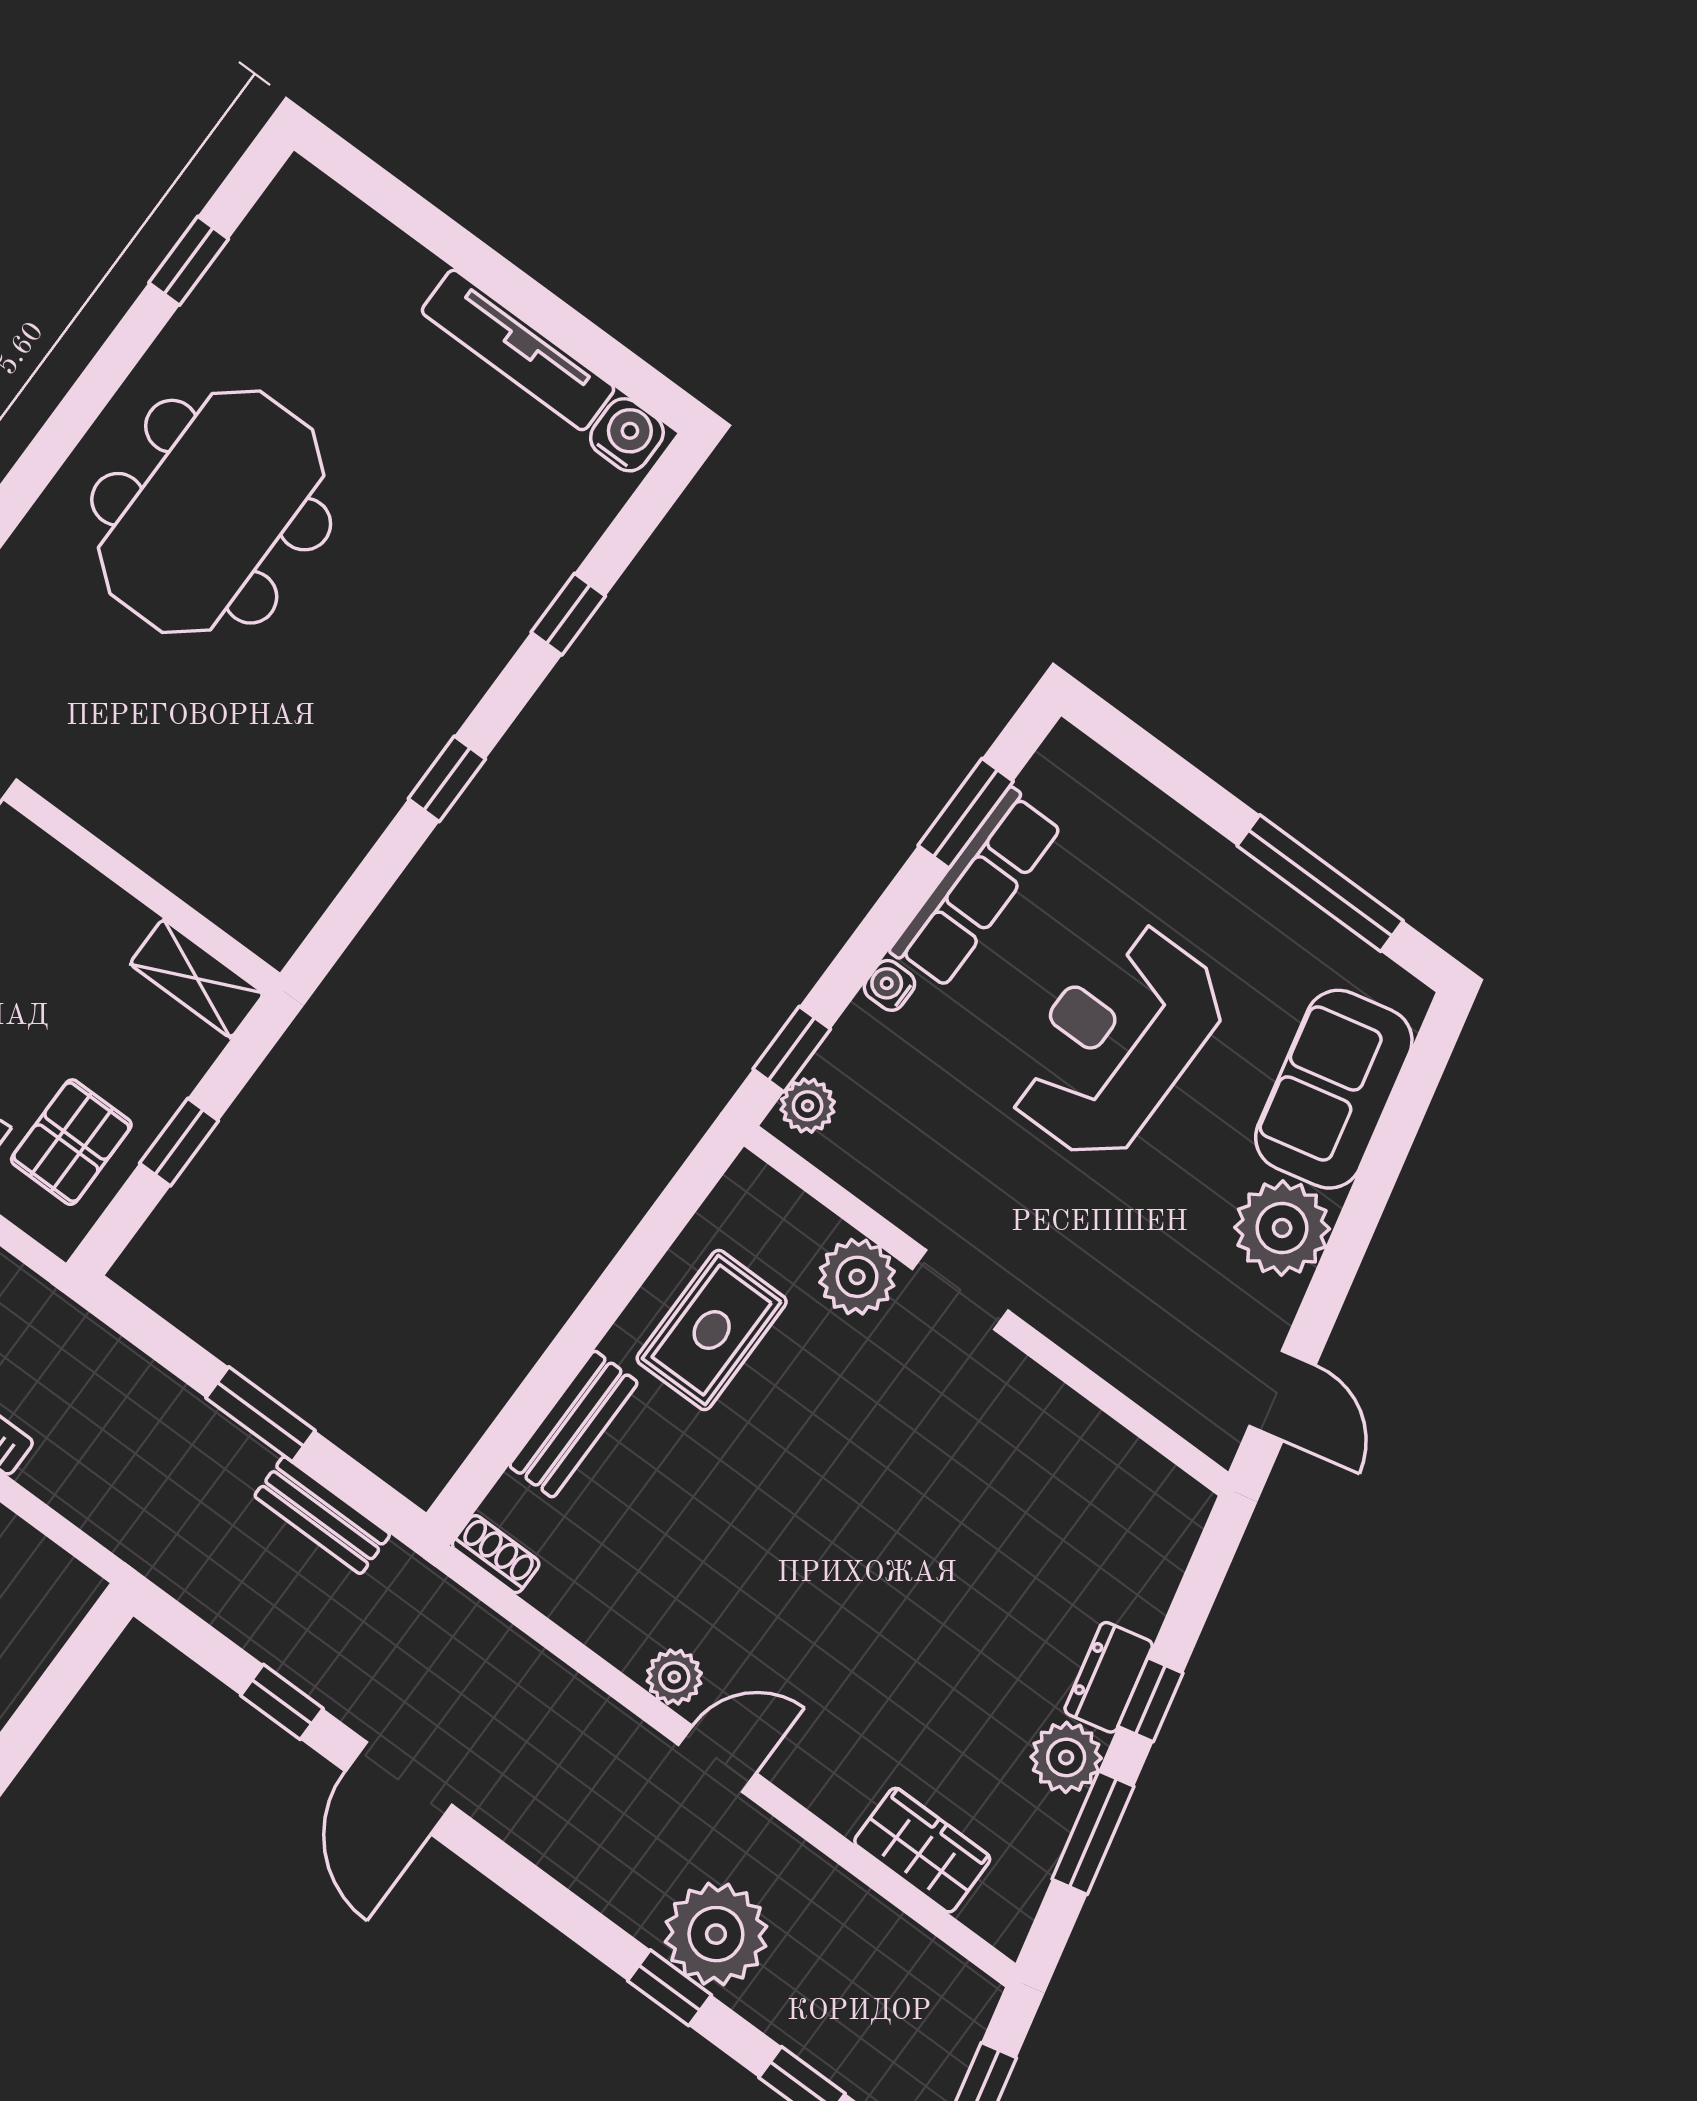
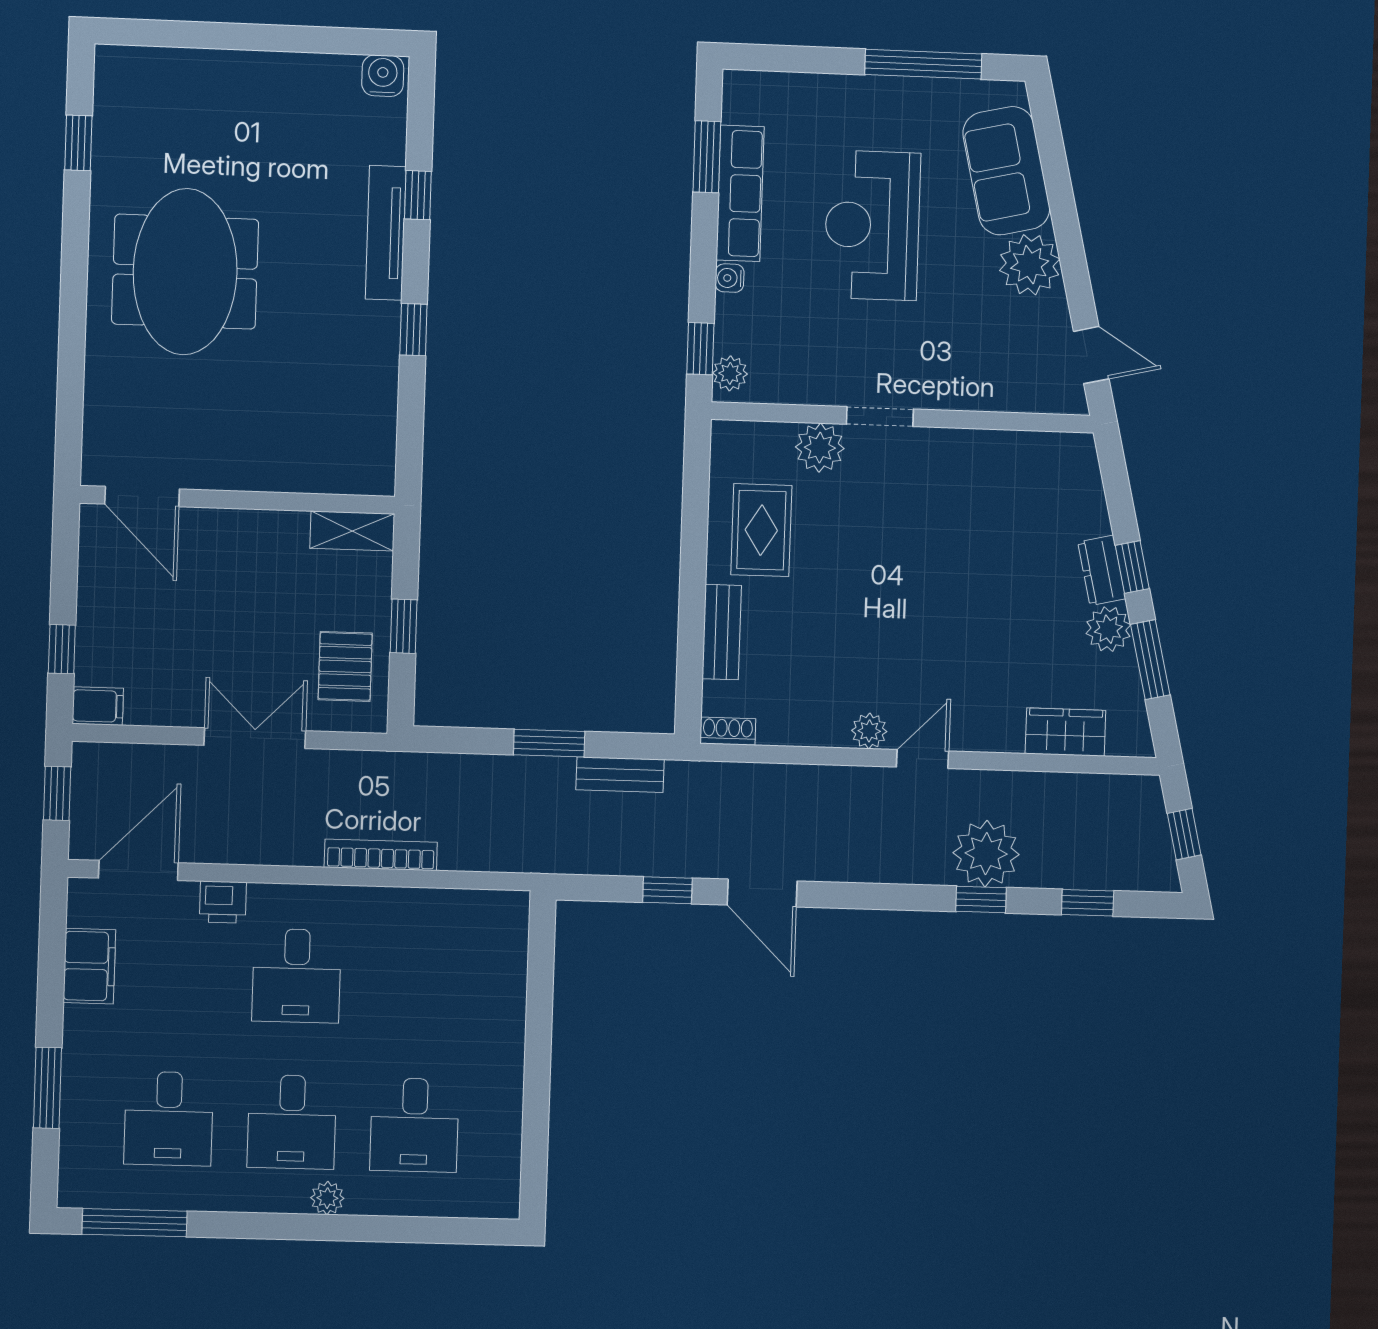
tv unit: (518, 350) -> (386, 233), moved, turned 90

